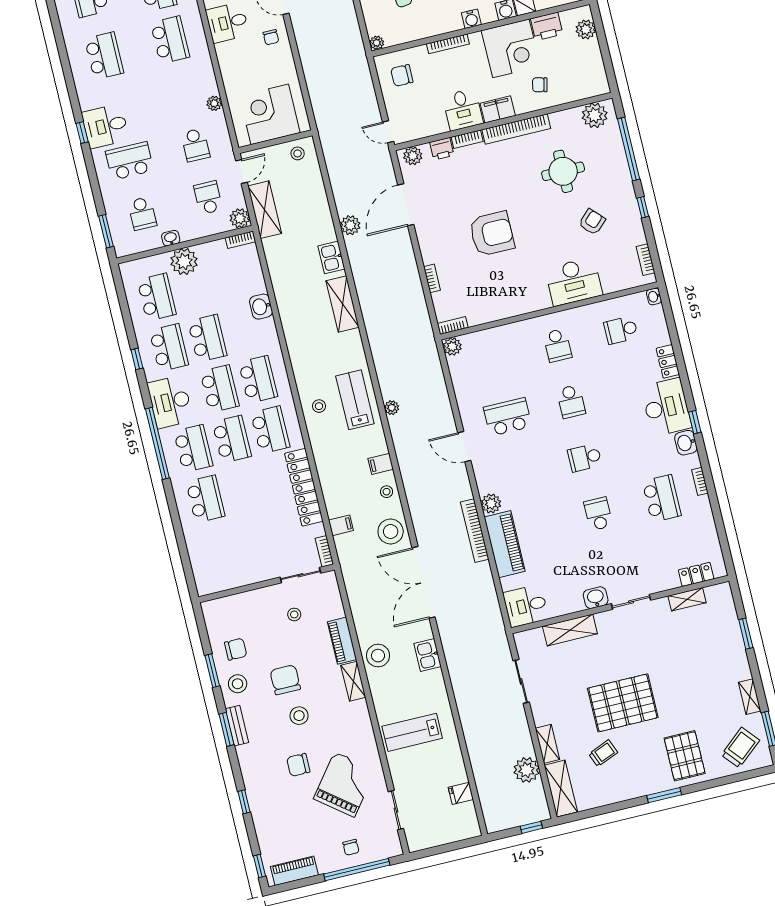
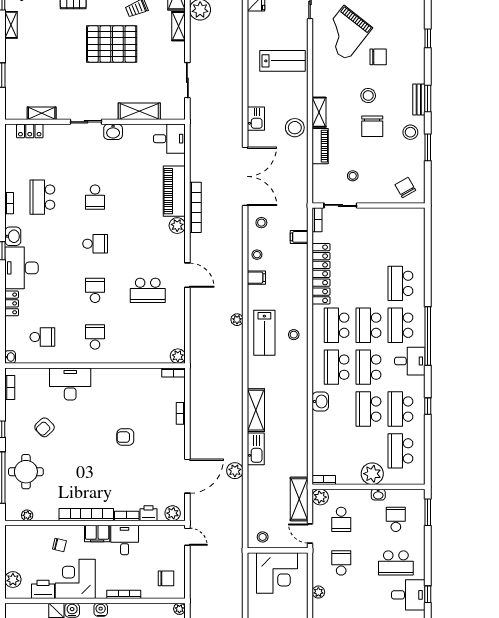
plant: (595, 115) -> (27, 515), width x0.53, depth x0.53
door: (241, 171) -> (310, 533), hinge flipped
round table: (563, 171) -> (26, 472), moved
armchair: (492, 234) -> (125, 437), width x0.53, depth x0.53
kitchen sink: (331, 257) -> (256, 449), width x1.38
washbasin: (261, 307) -> (320, 401), moved
desk: (170, 402) -> (410, 361), width x0.73
stool: (391, 532) -> (261, 223), width x0.53, depth x0.53
chair: (236, 649) -> (405, 187), moved, turned 60

